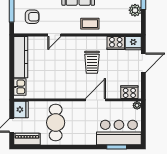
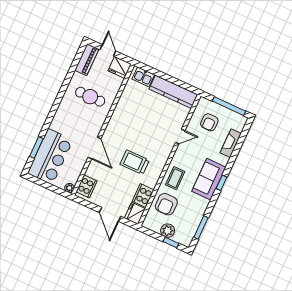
armchair: (114, 21) -> (166, 204), added
door: (54, 35) -> (180, 137), swing flipped
cafe table: (56, 123) -> (90, 97), width x0.73, depth x0.74

